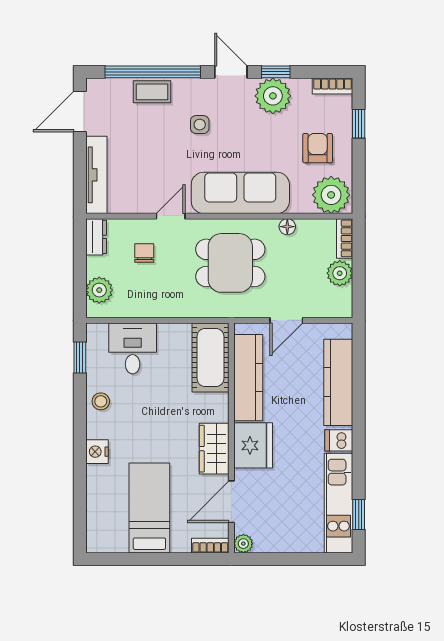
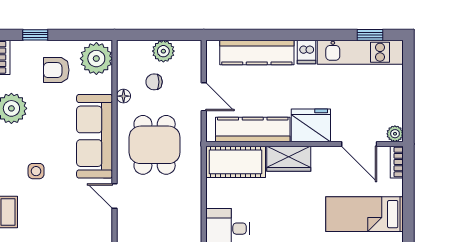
bookcase: (345, 238) -> (134, 47), removed
chair: (144, 253) -> (154, 82), moved
wardrobe: (214, 449) -> (289, 159), moved

